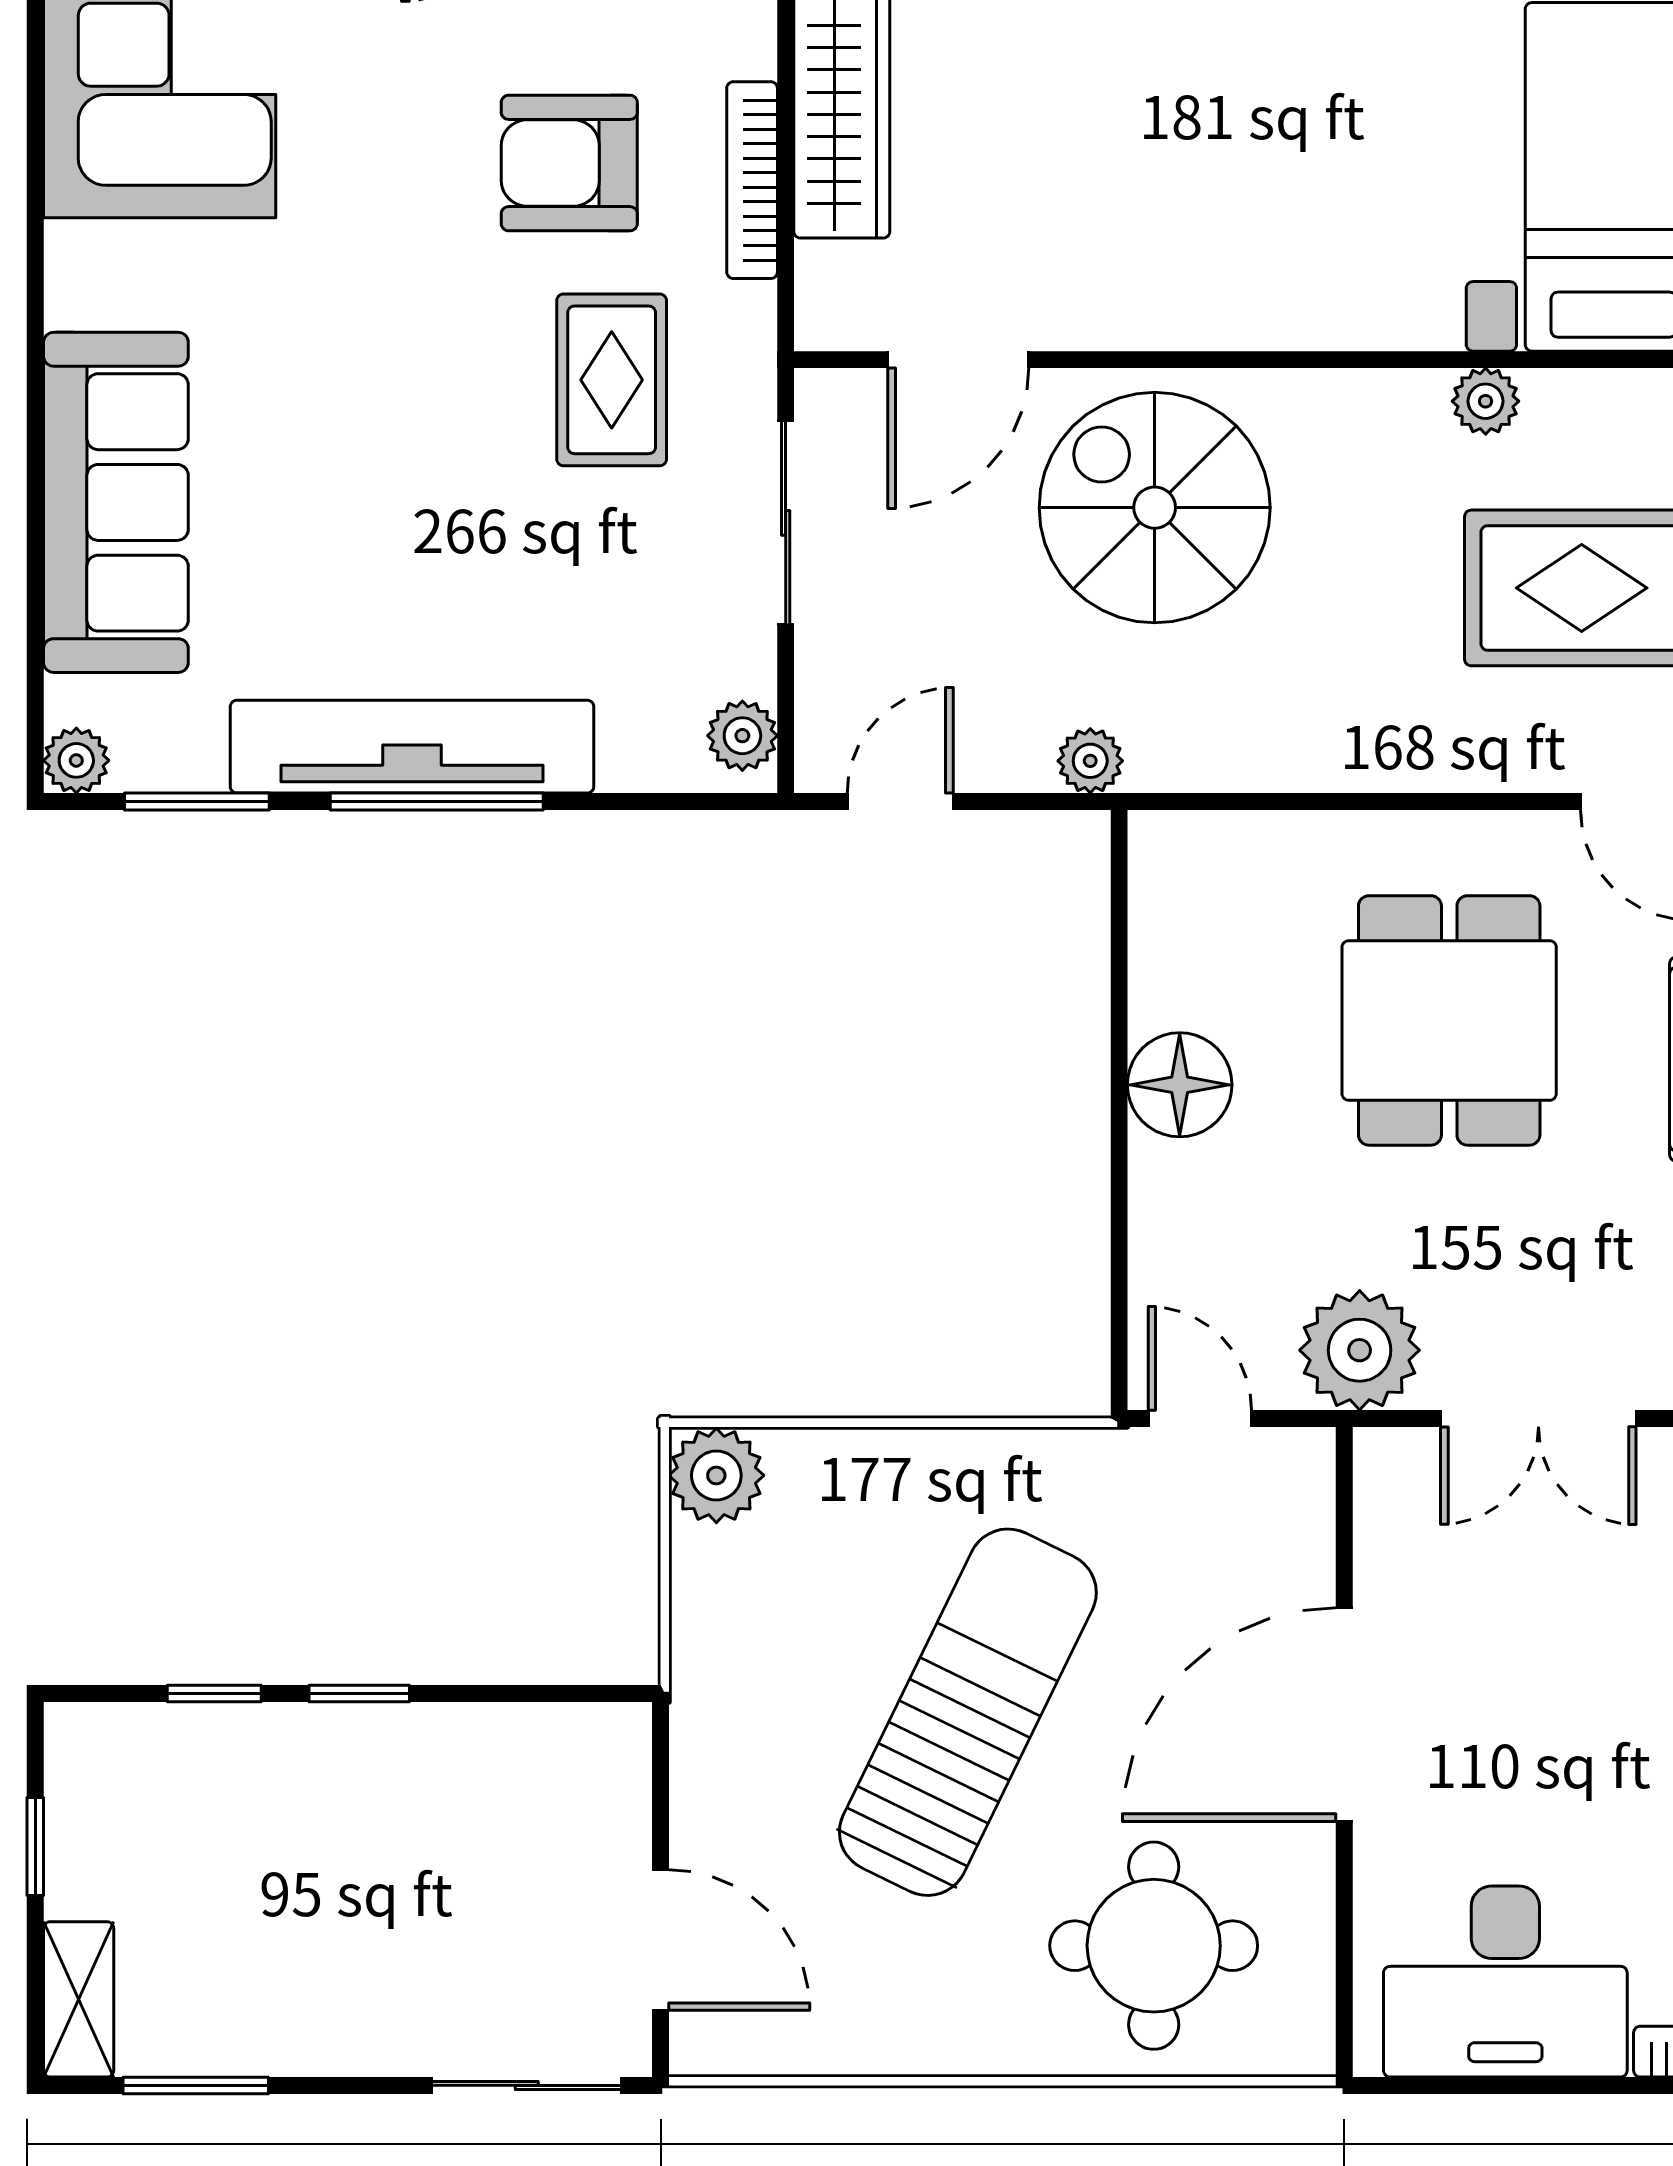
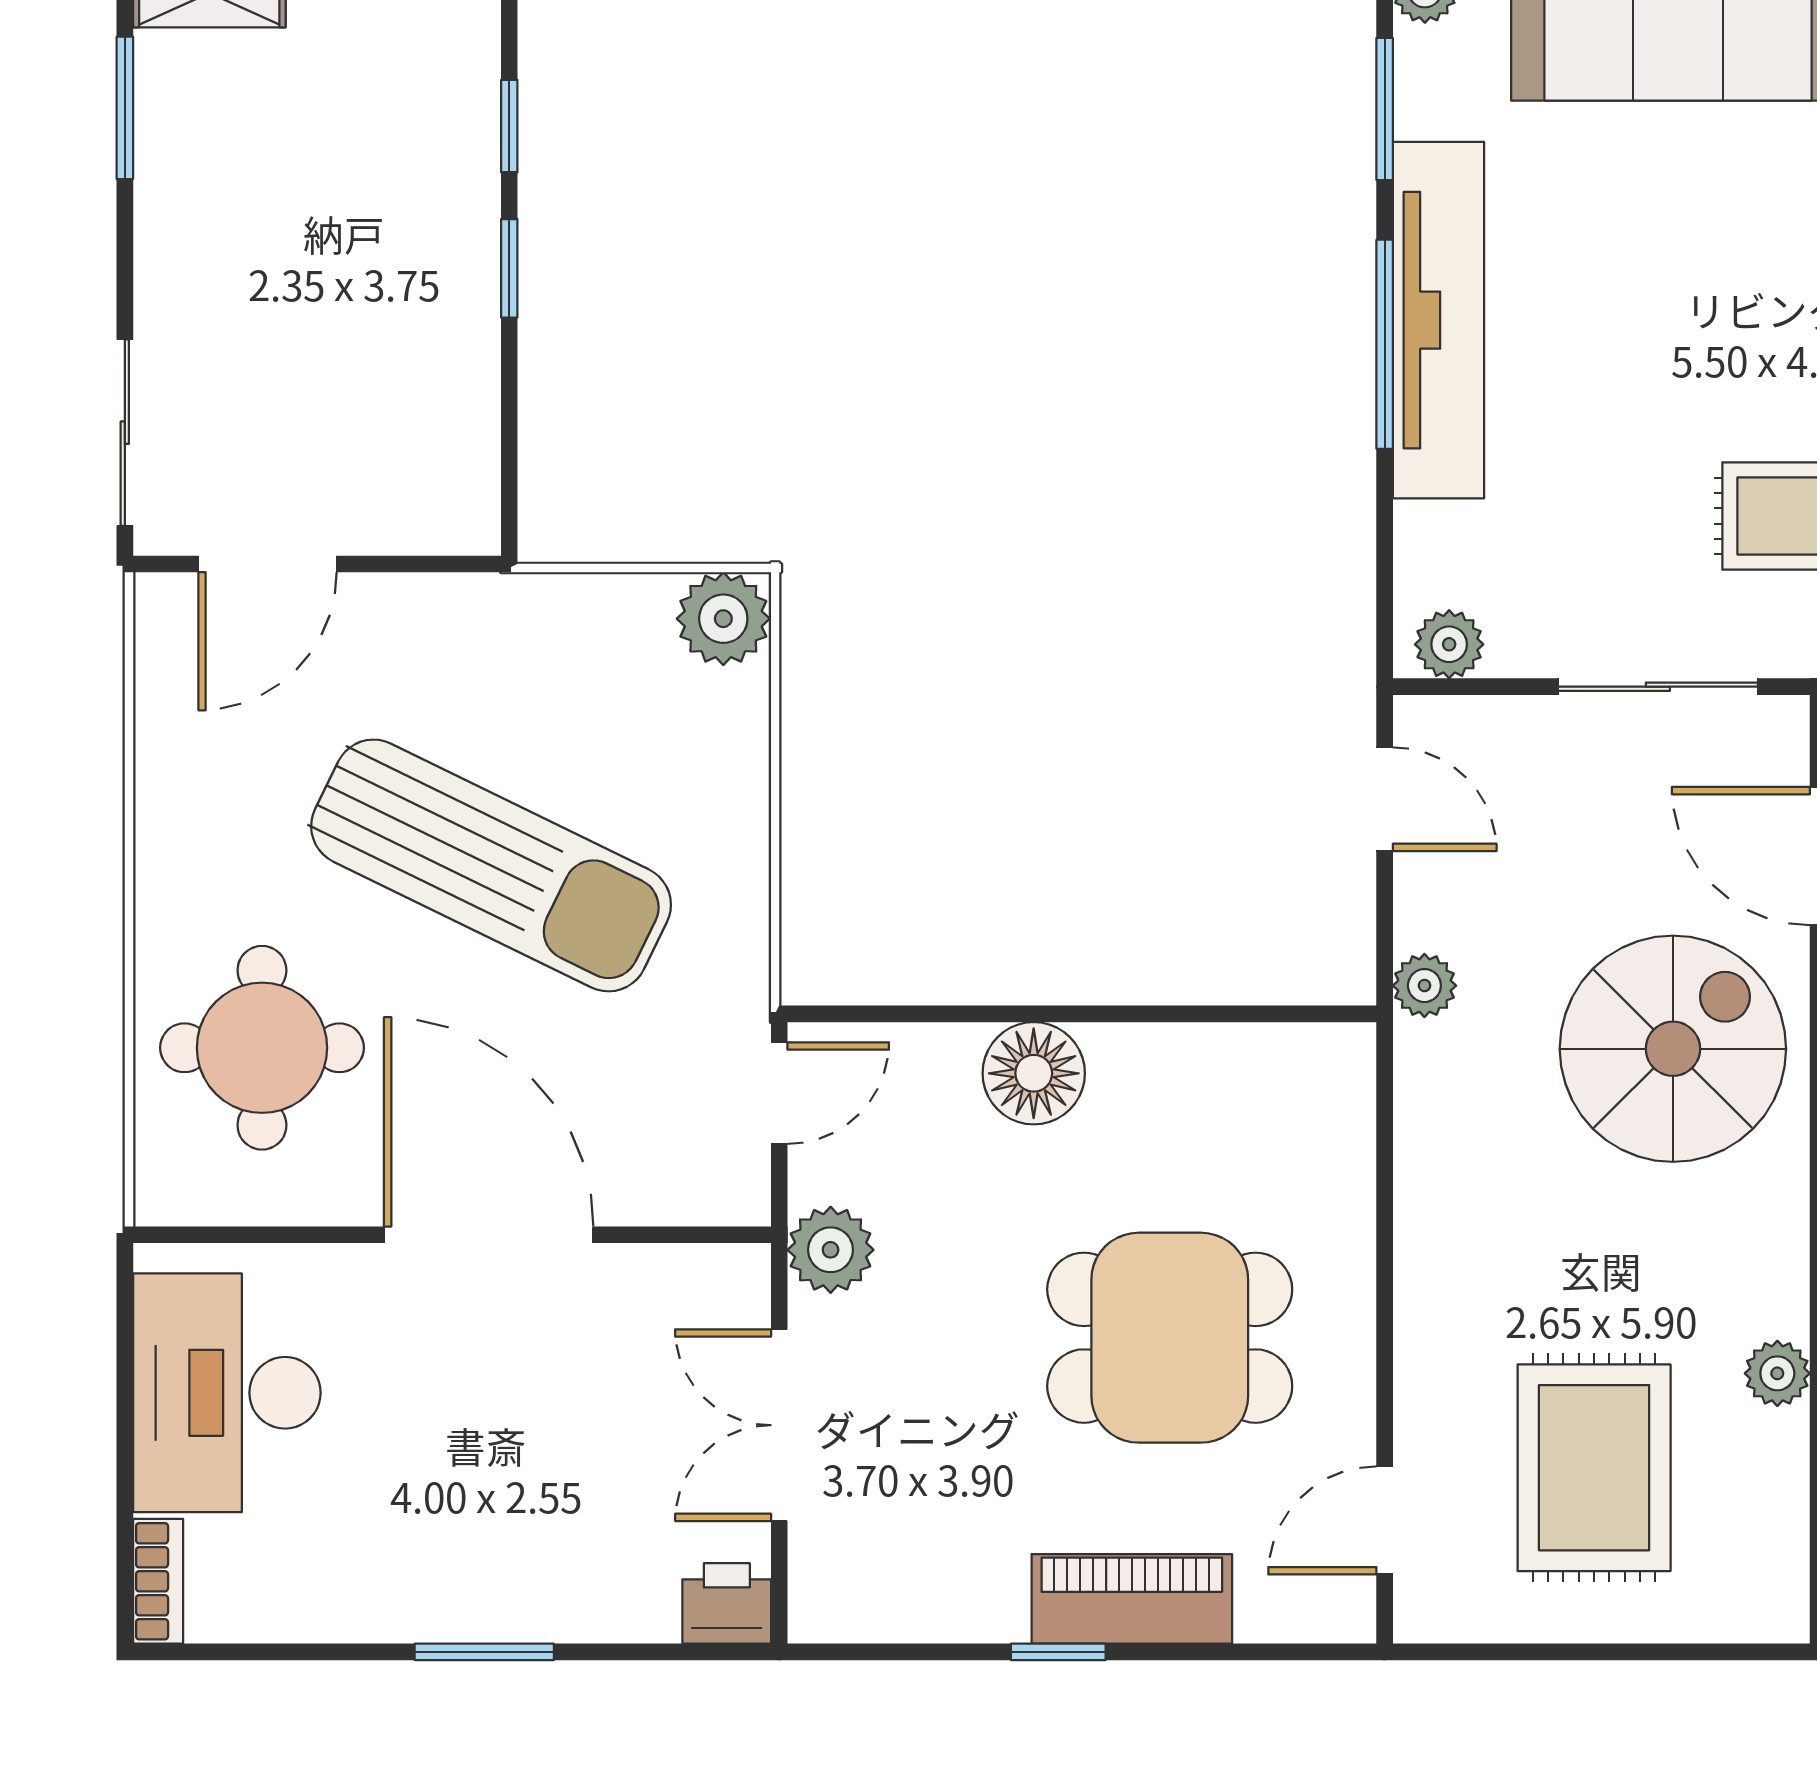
floor lamp: (1180, 1085) -> (1034, 1073), moved
plant: (1360, 1350) -> (831, 1250), width x0.73, depth x0.73

